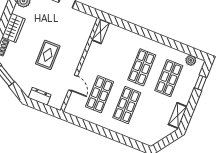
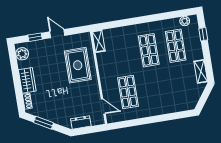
rug: (48, 55) -> (78, 65), moved, width x1.36, depth x1.43
door: (73, 83) -> (103, 106), moved
shop shelf: (127, 105) -> (155, 88), removed

